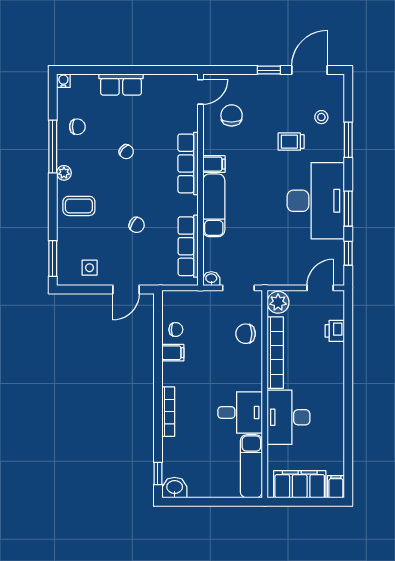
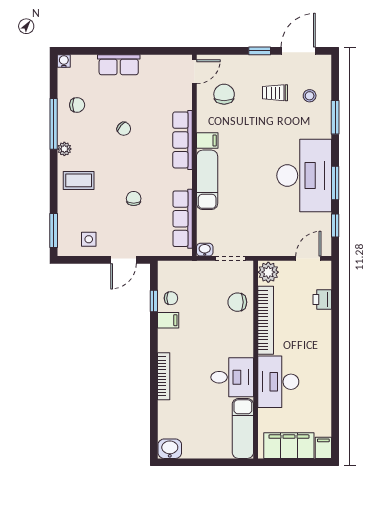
trolley: (291, 142) -> (275, 93), moved
chair: (137, 225) -> (134, 199), turned -120
window: (158, 473) -> (154, 301), moved

